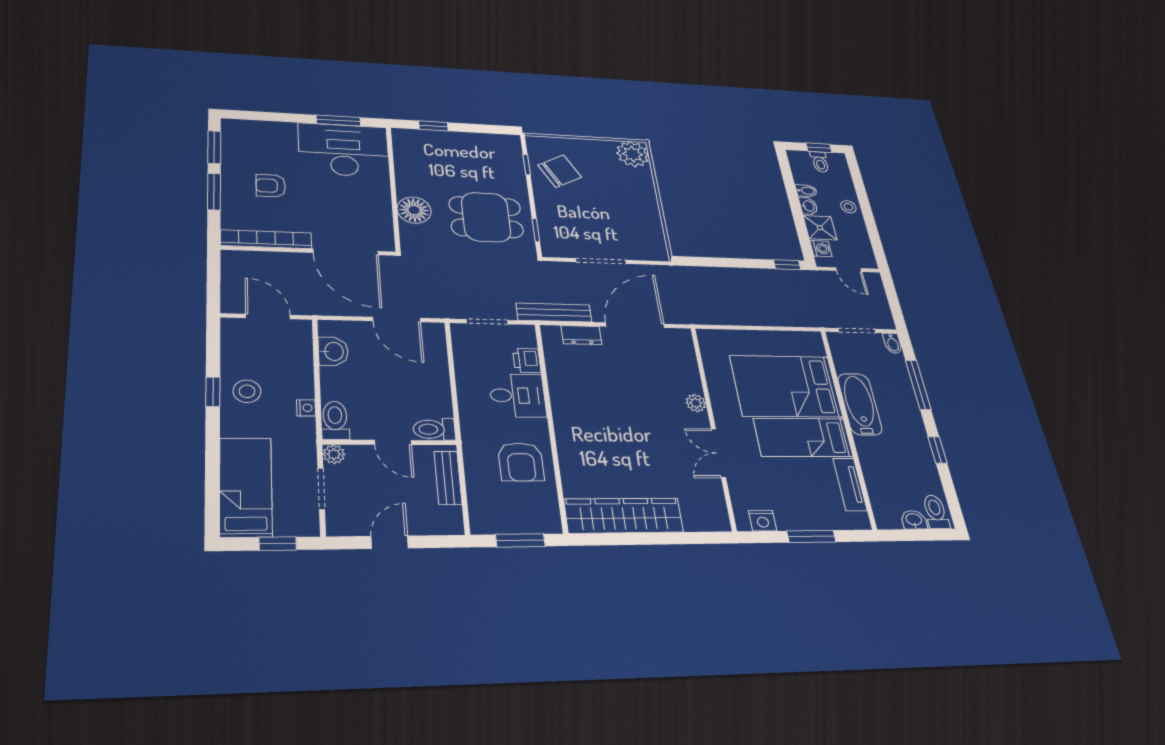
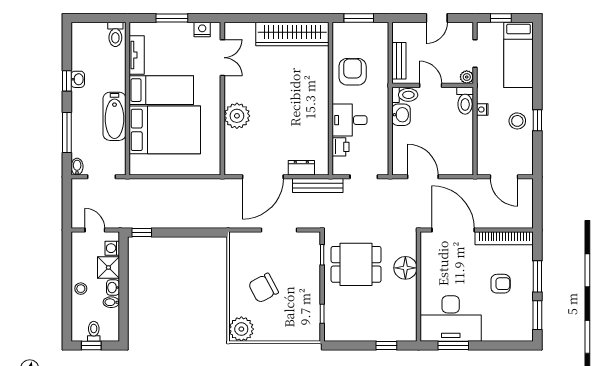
chair: (560, 171) -> (263, 288), moved
washbasin: (333, 351) -> (401, 115), moved, turned 180
plant: (696, 403) -> (237, 116), width x1.88, depth x1.88
double door: (718, 453) -> (222, 58), moved
toilet: (936, 512) -> (115, 34), moved
washbasin: (914, 520) -> (78, 79), moved, turned -90

